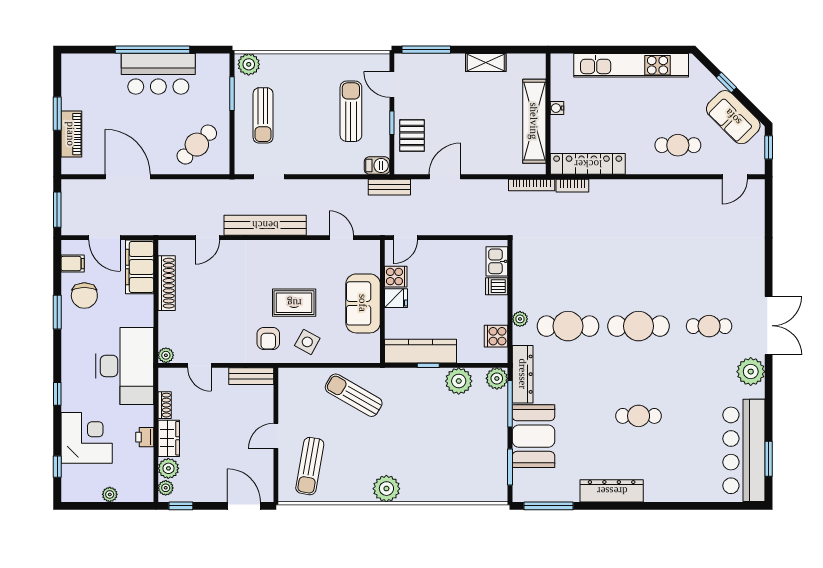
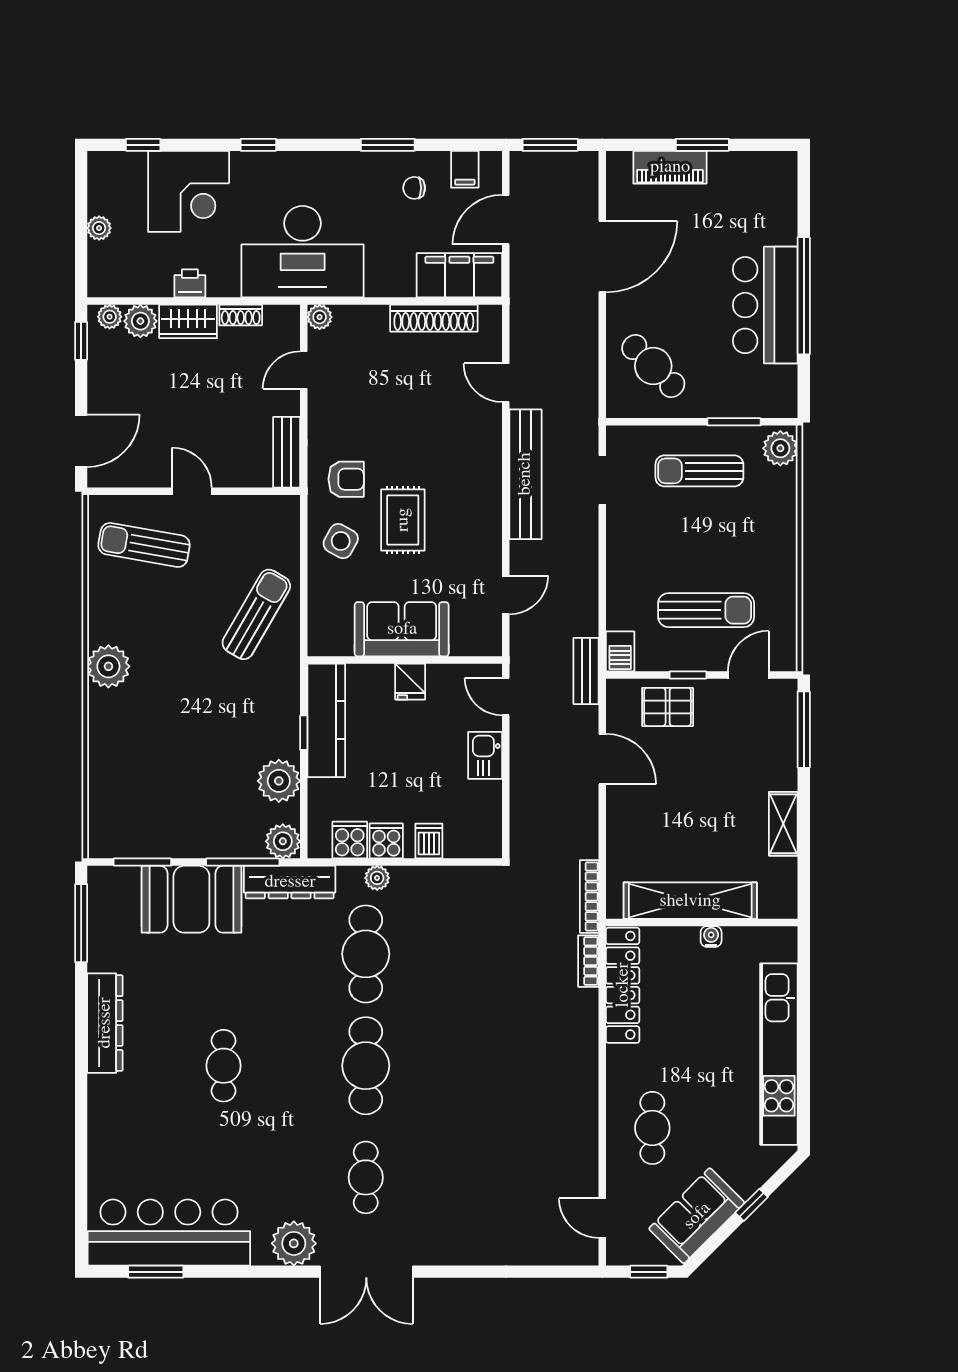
kitchen sink: (497, 261) -> (485, 755), moved, turned -90
cooker: (396, 277) -> (386, 841), moved, turned 180
chair: (84, 296) -> (414, 188), width x0.54, depth x0.54
armchair: (268, 338) -> (346, 479), turned 180

